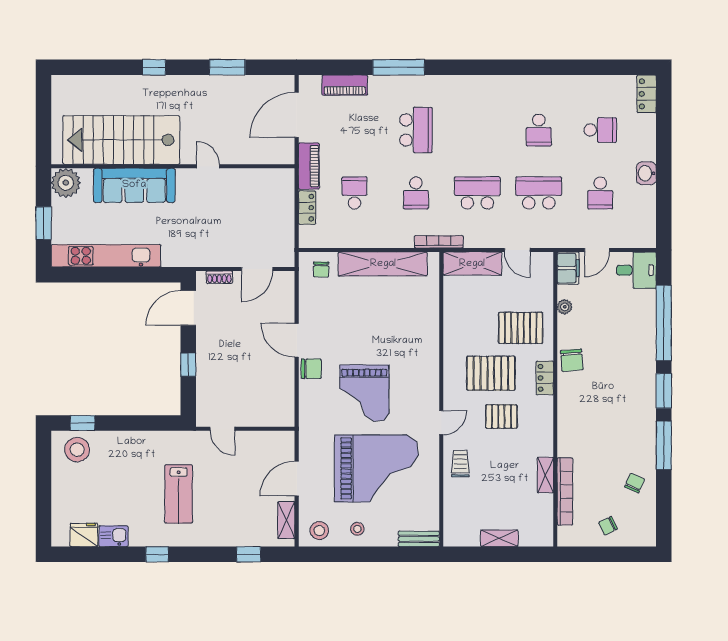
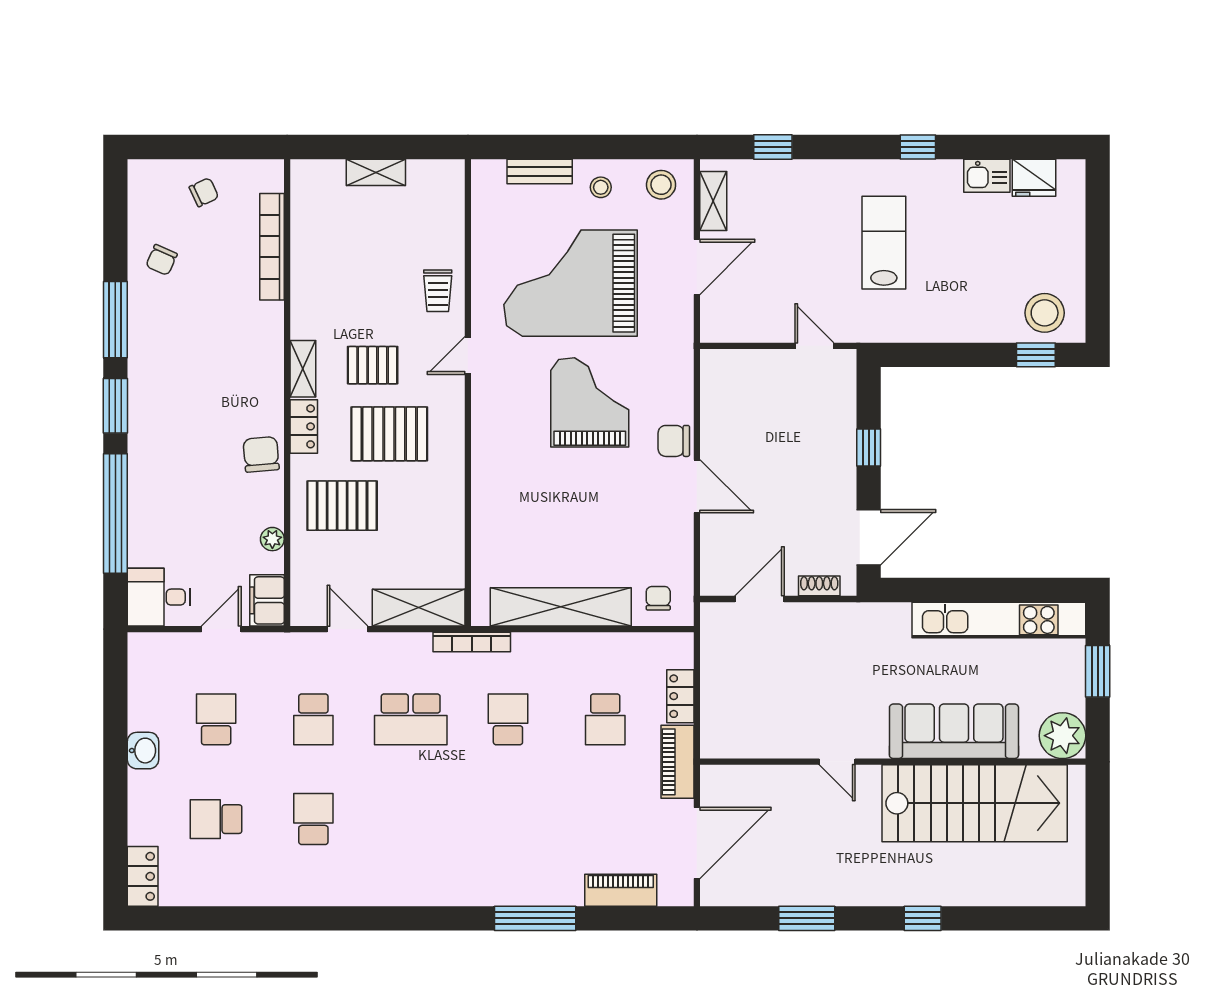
school desk: (416, 130) -> (508, 819), removed
school desk: (539, 193) -> (313, 719), width x0.54
shelving: (545, 475) -> (303, 369), moved
bench: (419, 539) -> (540, 171), moved

